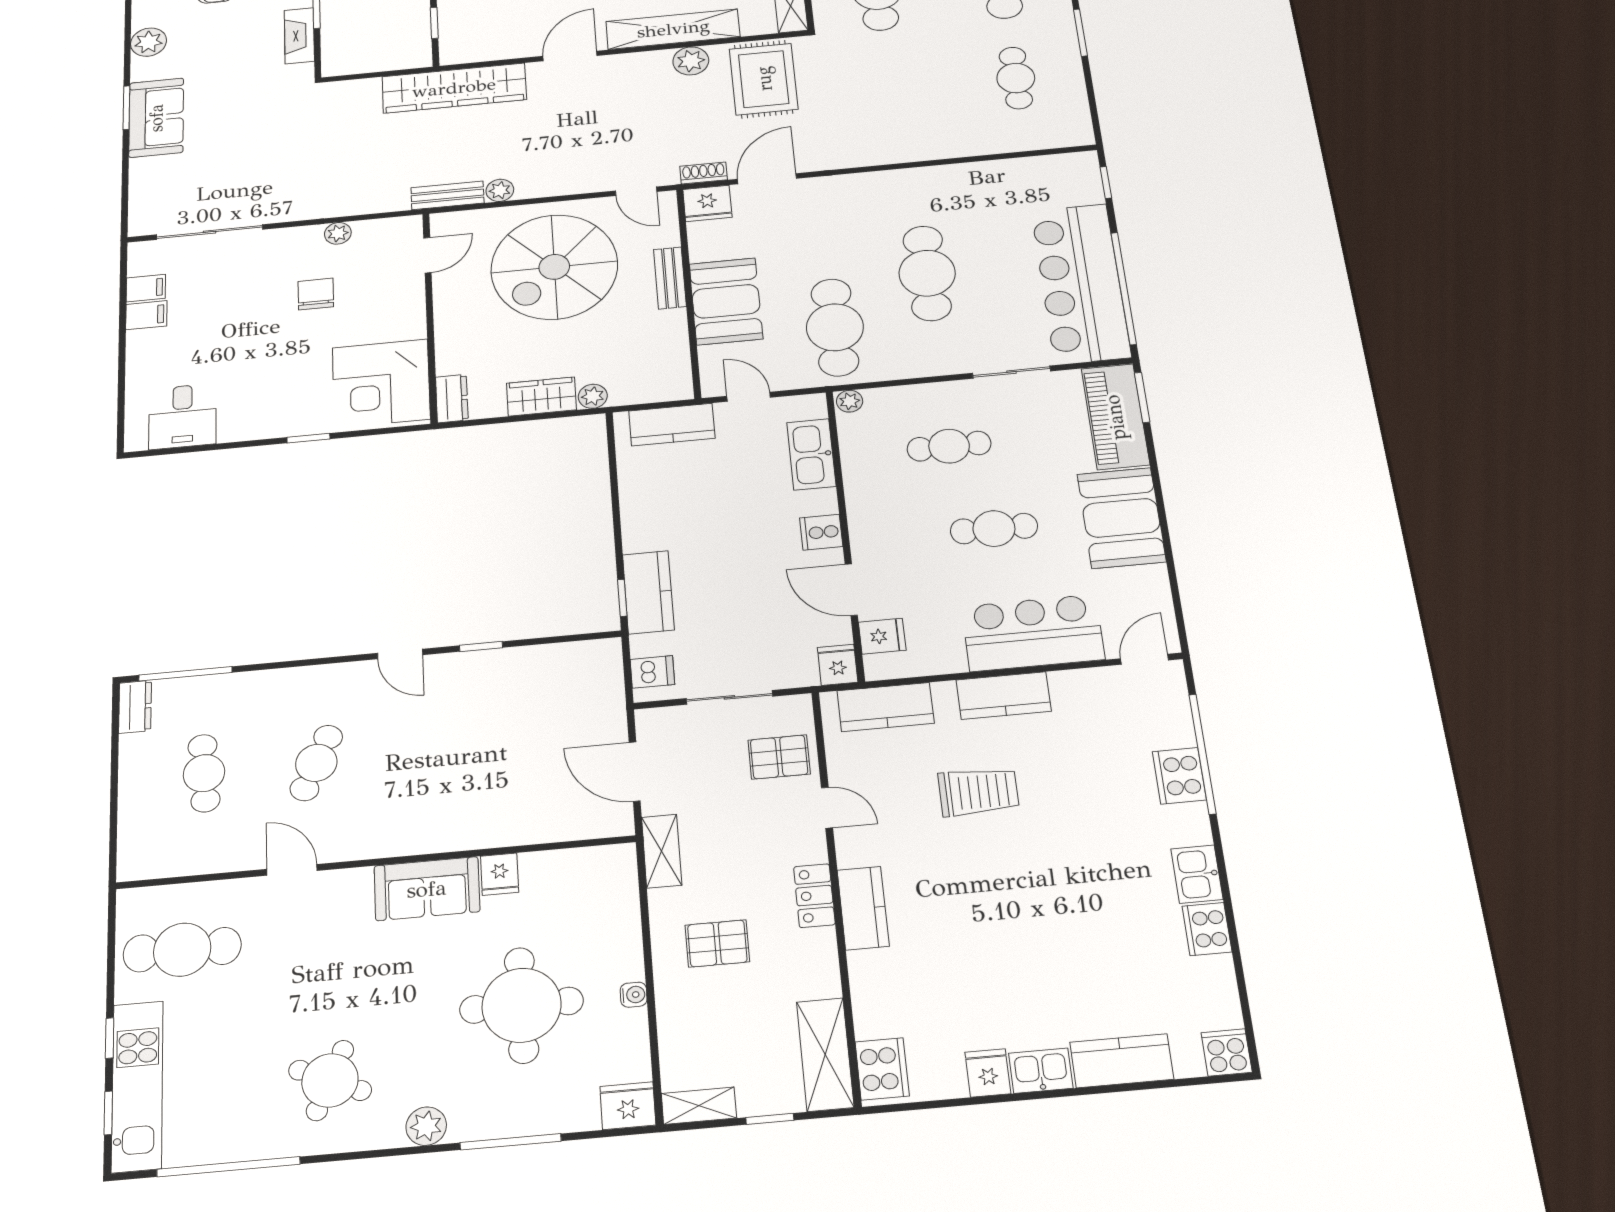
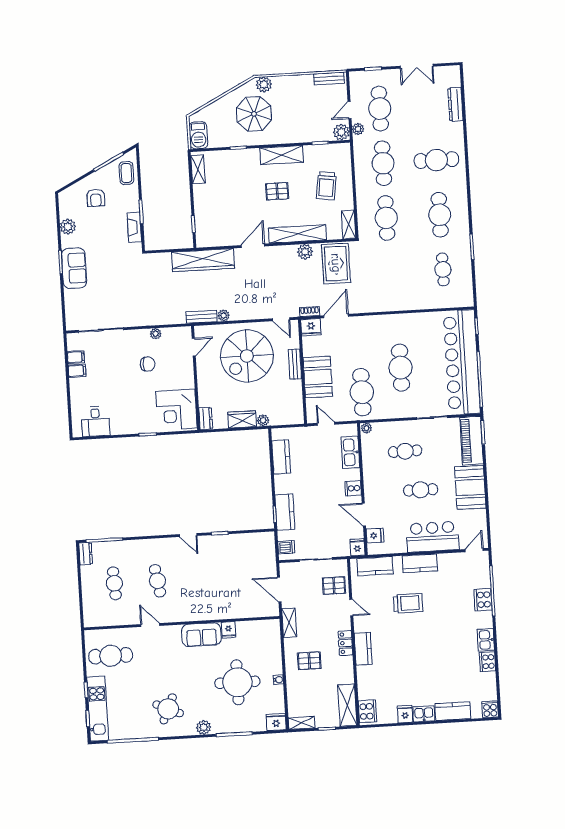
bar counter: (1081, 283) -> (462, 362), width x1.36
chair: (316, 294) -> (148, 364), turned 90
kitchen counter: (672, 425) -> (281, 457), moved, turned -90
cafe table: (316, 763) -> (157, 581), turned -33

